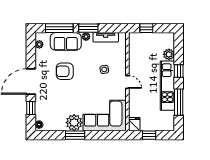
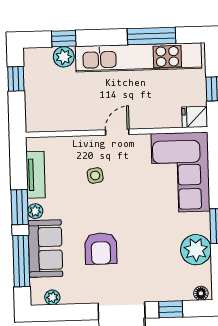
window: (146, 28) -> (16, 79), moved
window: (179, 71) -> (64, 39), moved
kitchen unit: (167, 86) -> (138, 57), width x1.36
plant: (74, 123) -> (196, 250), moved

